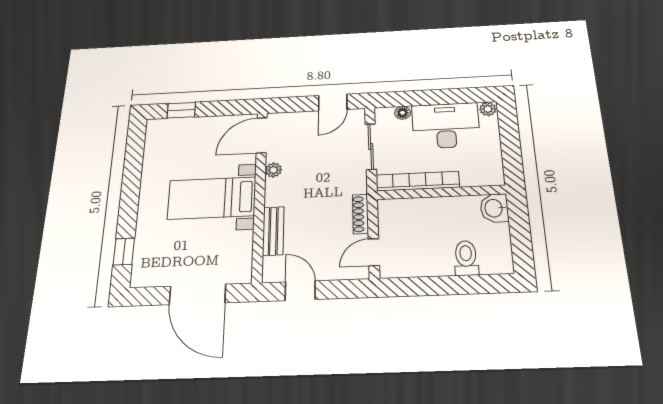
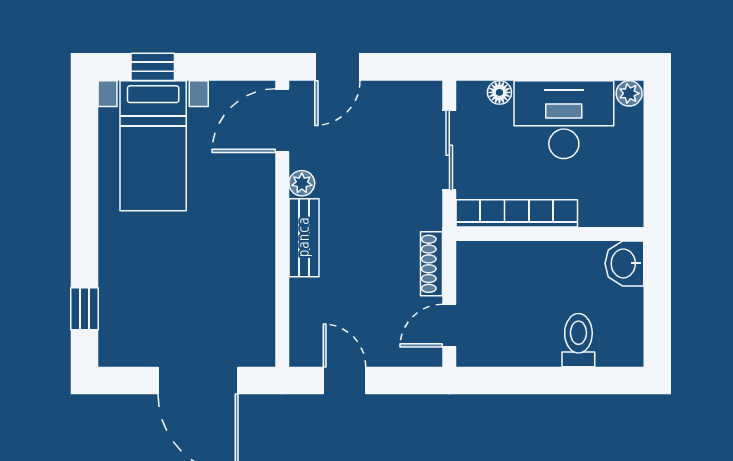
door: (333, 102) -> (337, 67), moved
bed with nightstands: (212, 198) -> (153, 146), moved, turned -90
bench: (273, 231) -> (304, 238), moved

